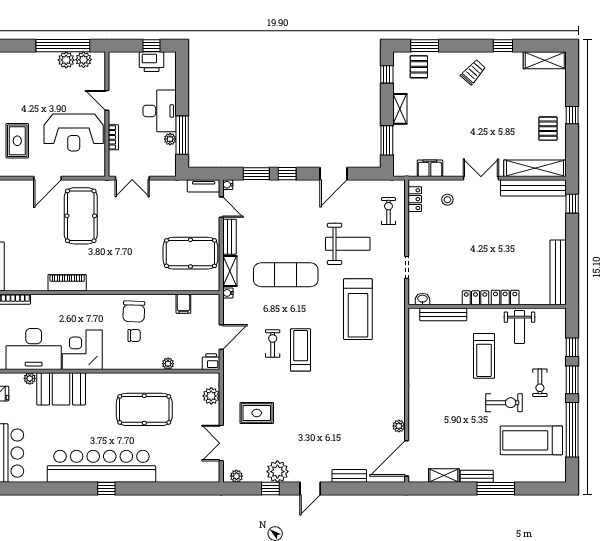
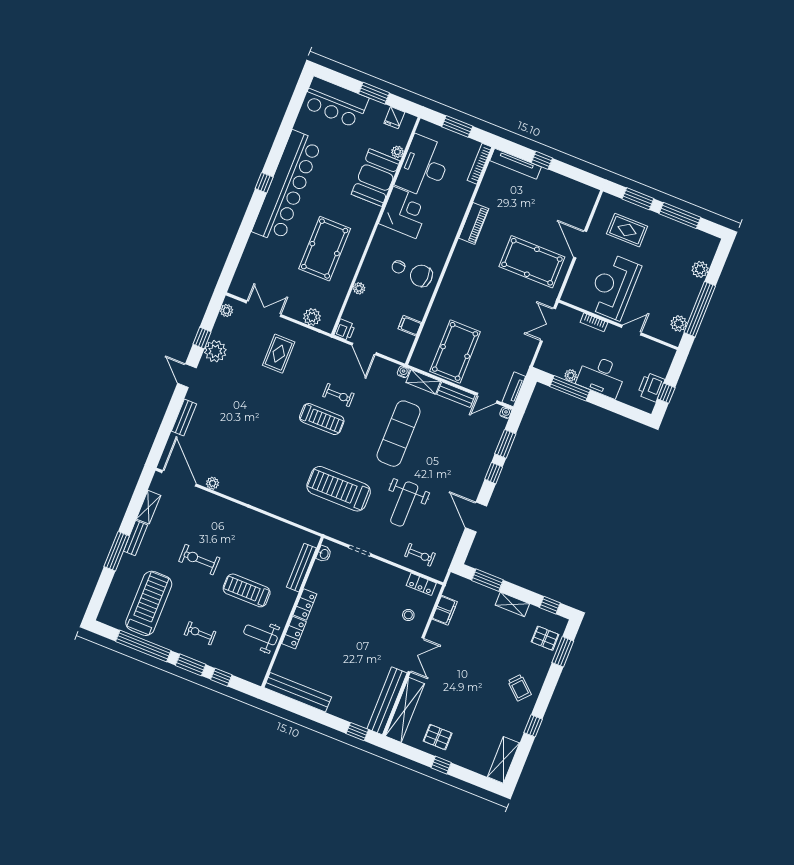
plant: (66, 60) -> (700, 269), moved
exercise bike: (504, 403) -> (199, 560), moved, turned 90

